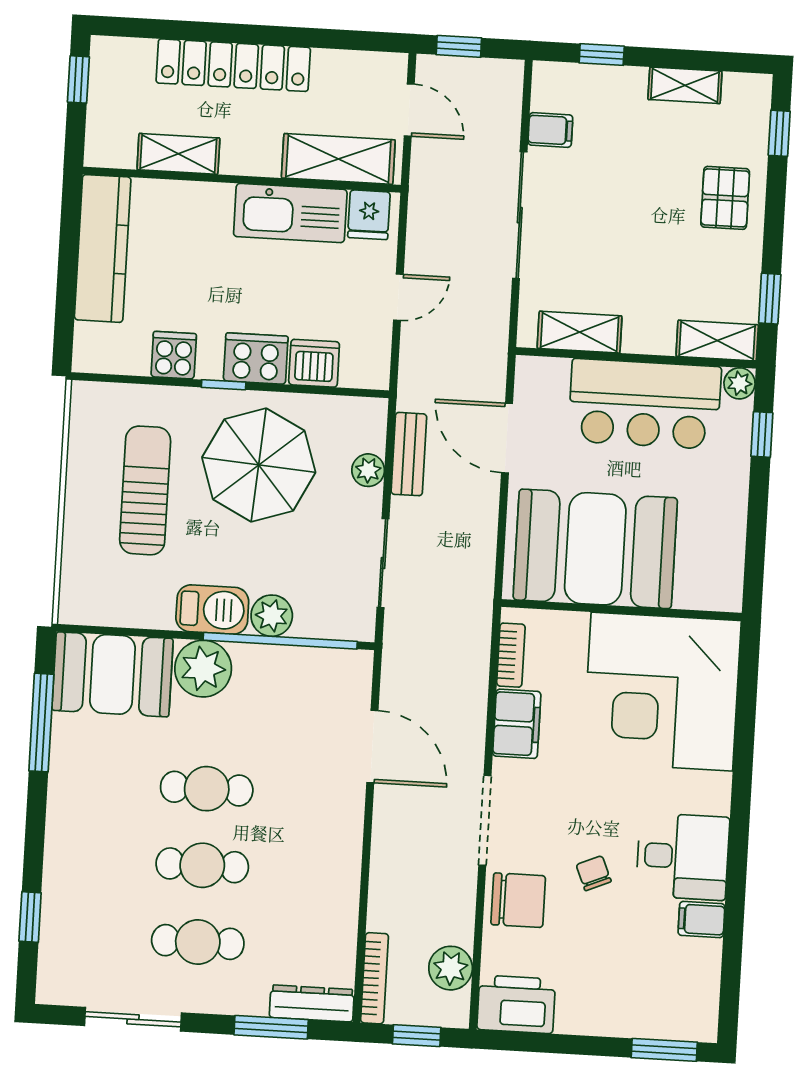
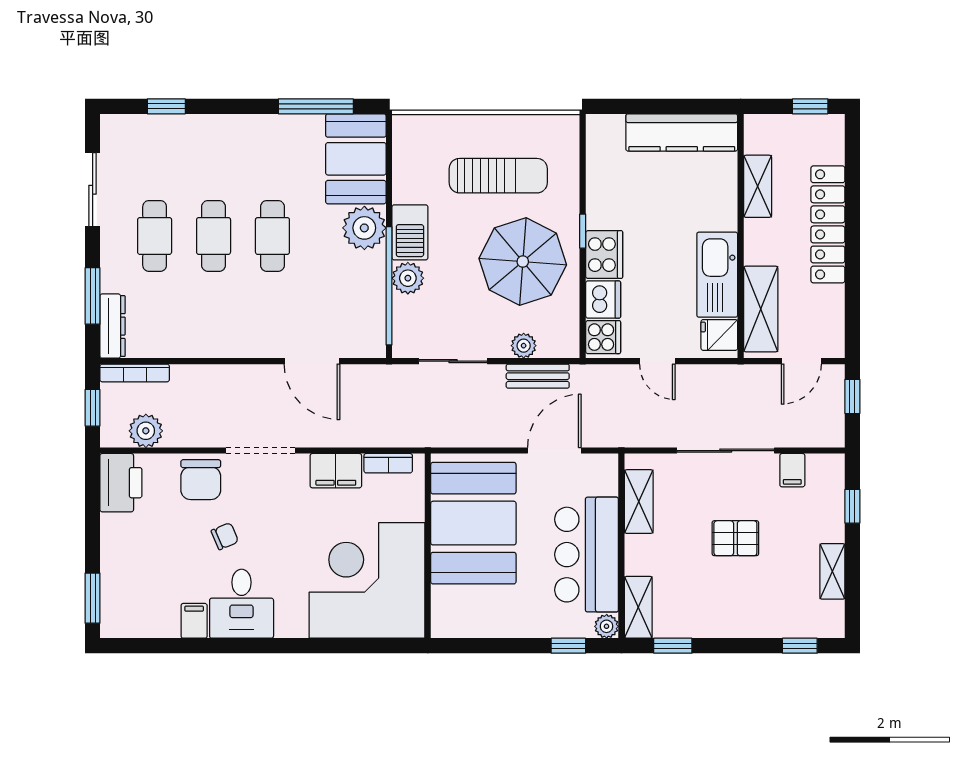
pallet: (725, 198) -> (735, 538), moved
cooker: (174, 355) -> (603, 337), moved
door: (372, 747) -> (312, 361), hinge flipped

